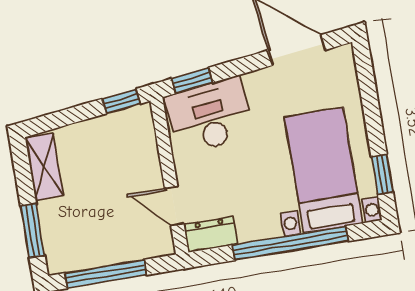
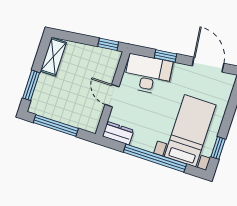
window: (192, 80) -> (165, 56), moved
door: (174, 206) -> (112, 96), moved

